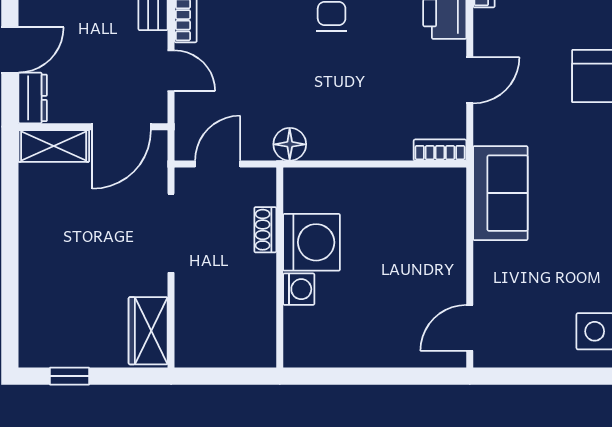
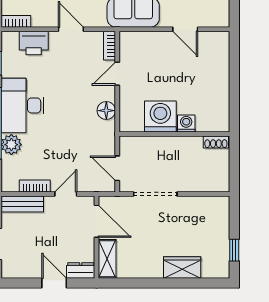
floor lamp: (290, 144) -> (106, 111), moved
door: (389, 164) -> (117, 74), added
shoe rack: (265, 230) -> (216, 142), moved
door: (470, 328) -> (185, 29), moved
wardrobe: (148, 331) -> (182, 268), moved, turned 180

